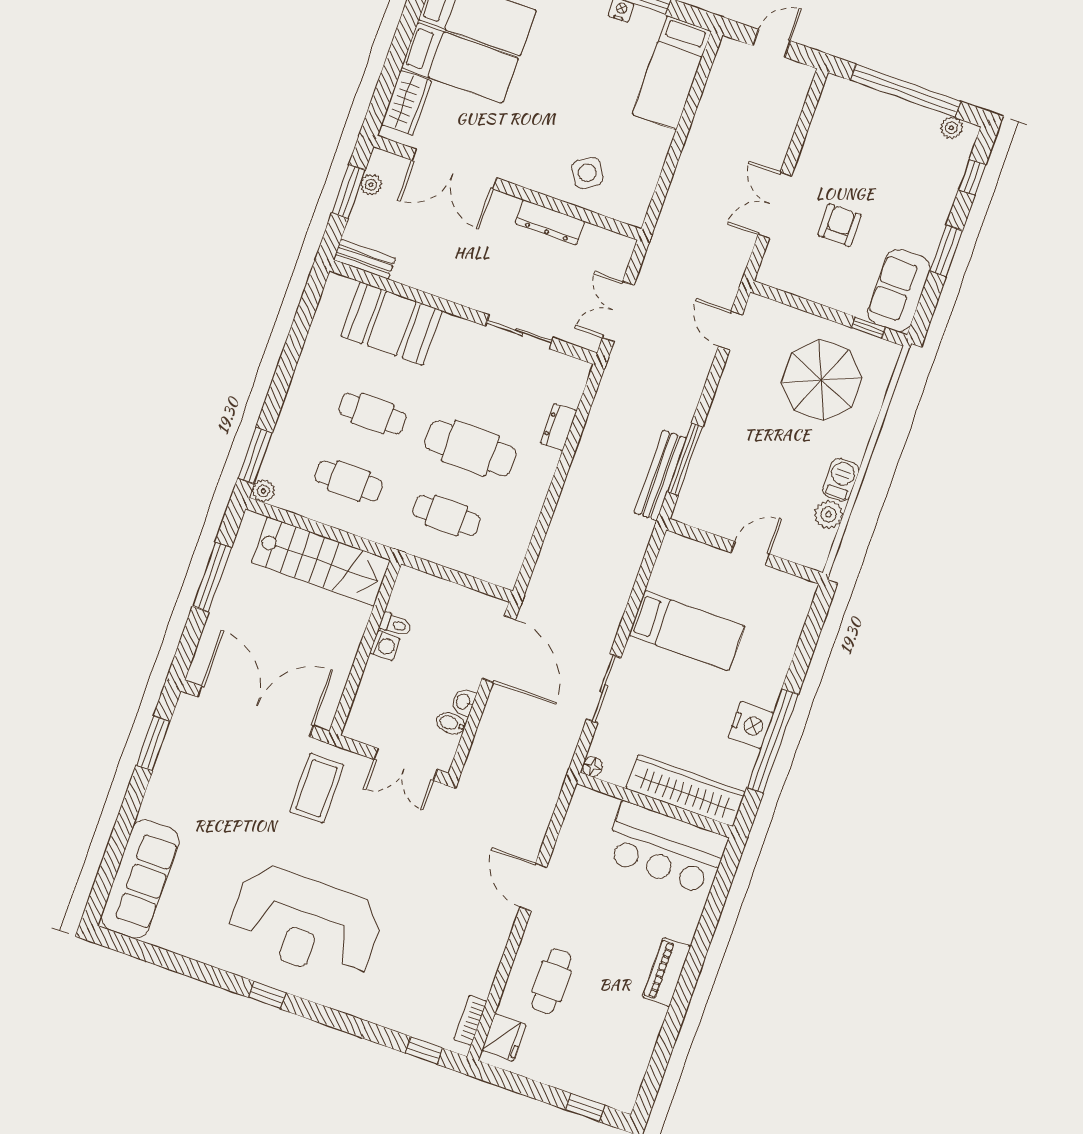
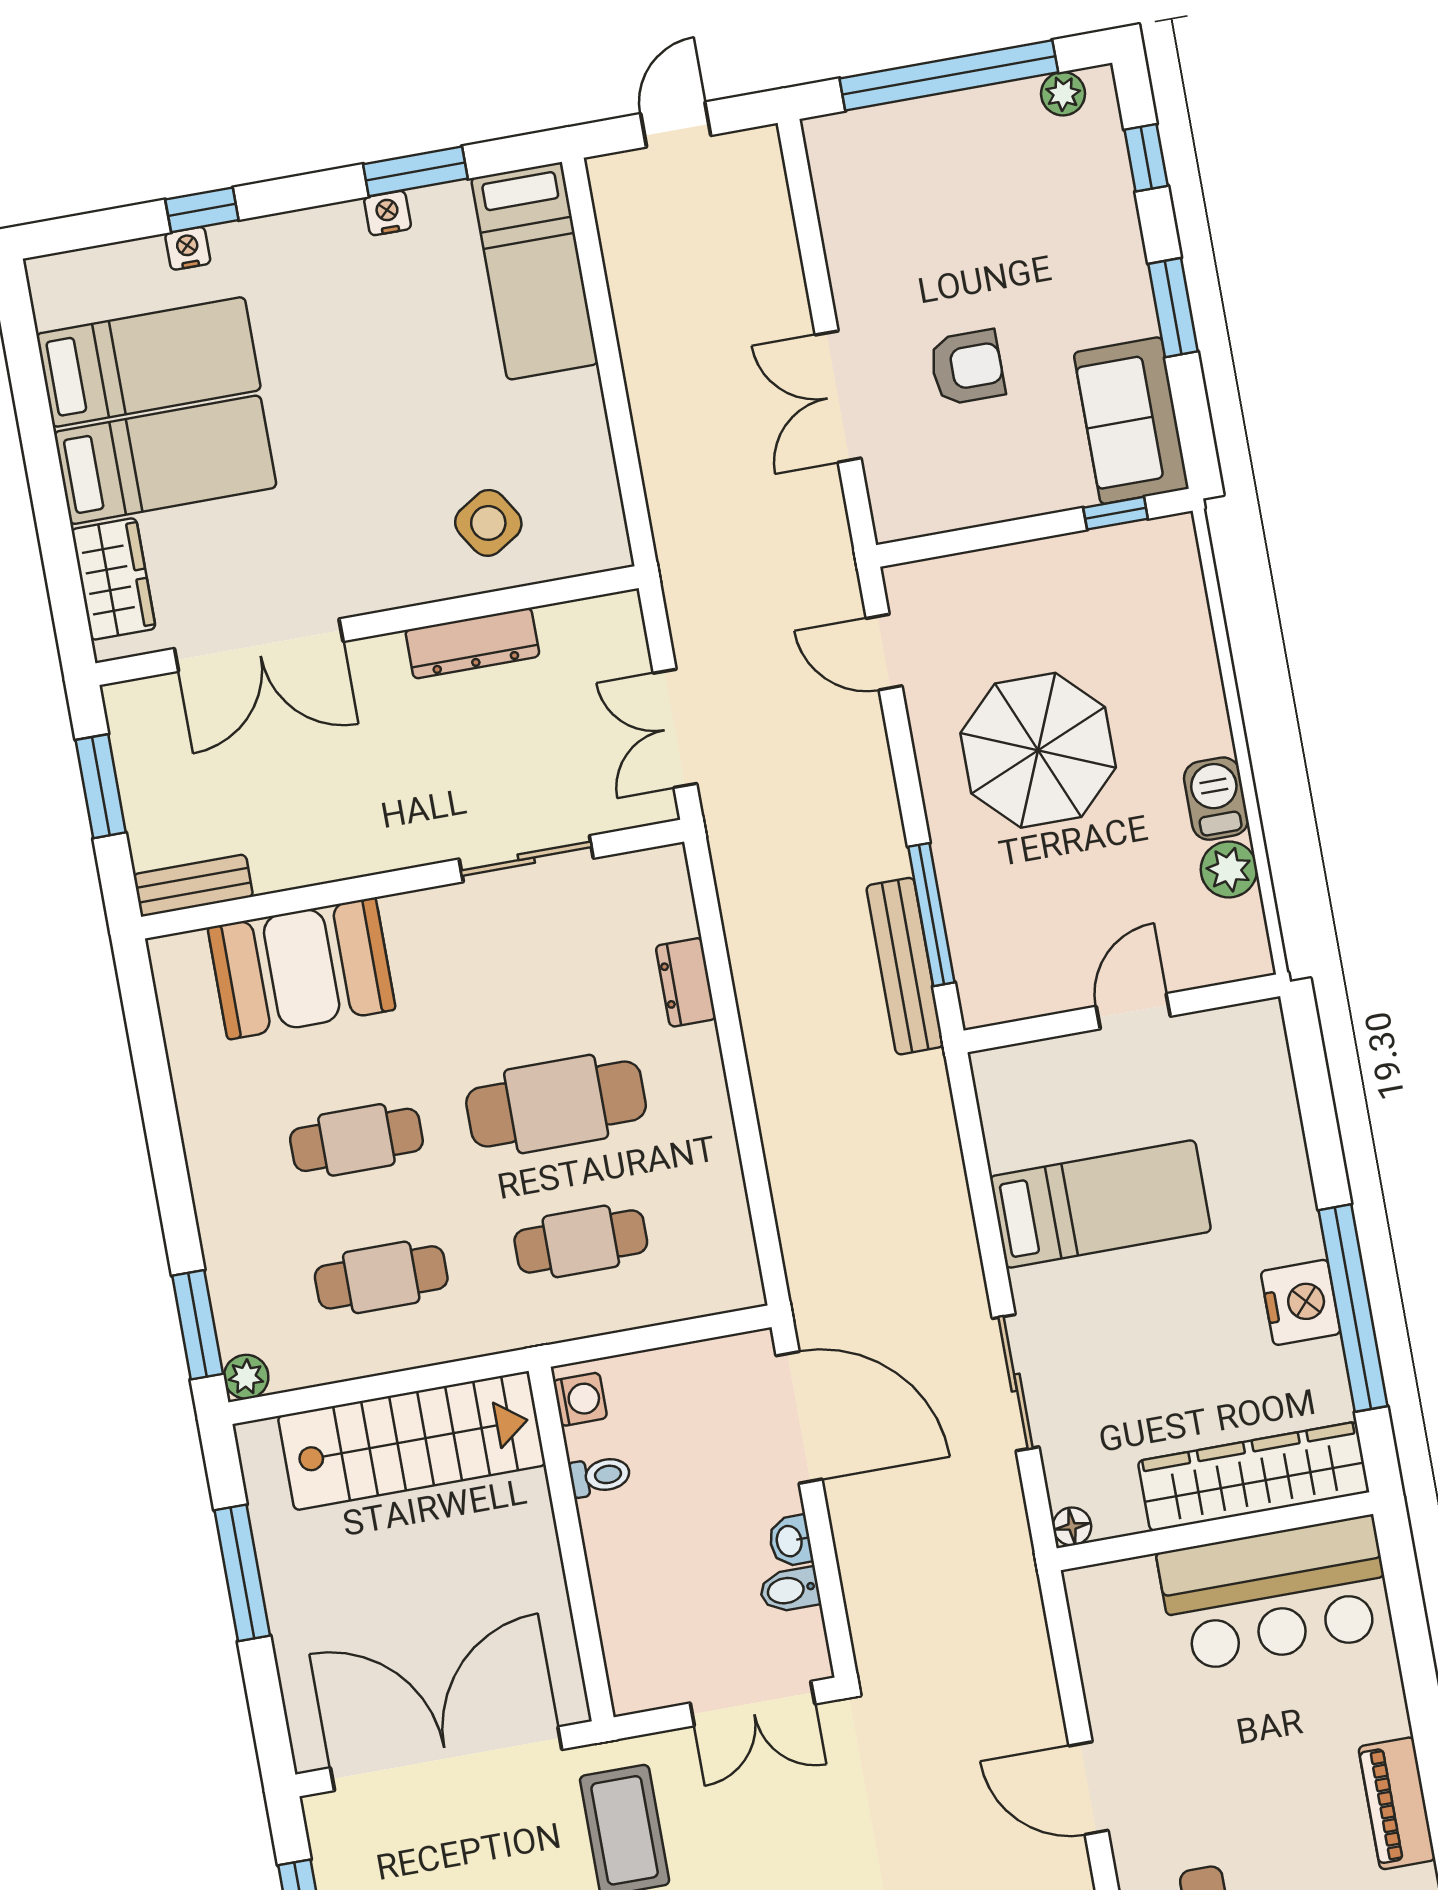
plant: (371, 185) -> (132, 753), removed
armchair: (840, 225) -> (967, 367), turned 90
parasol: (822, 380) -> (1038, 750), moved
washing machine: (385, 646) -> (580, 1399), moved

